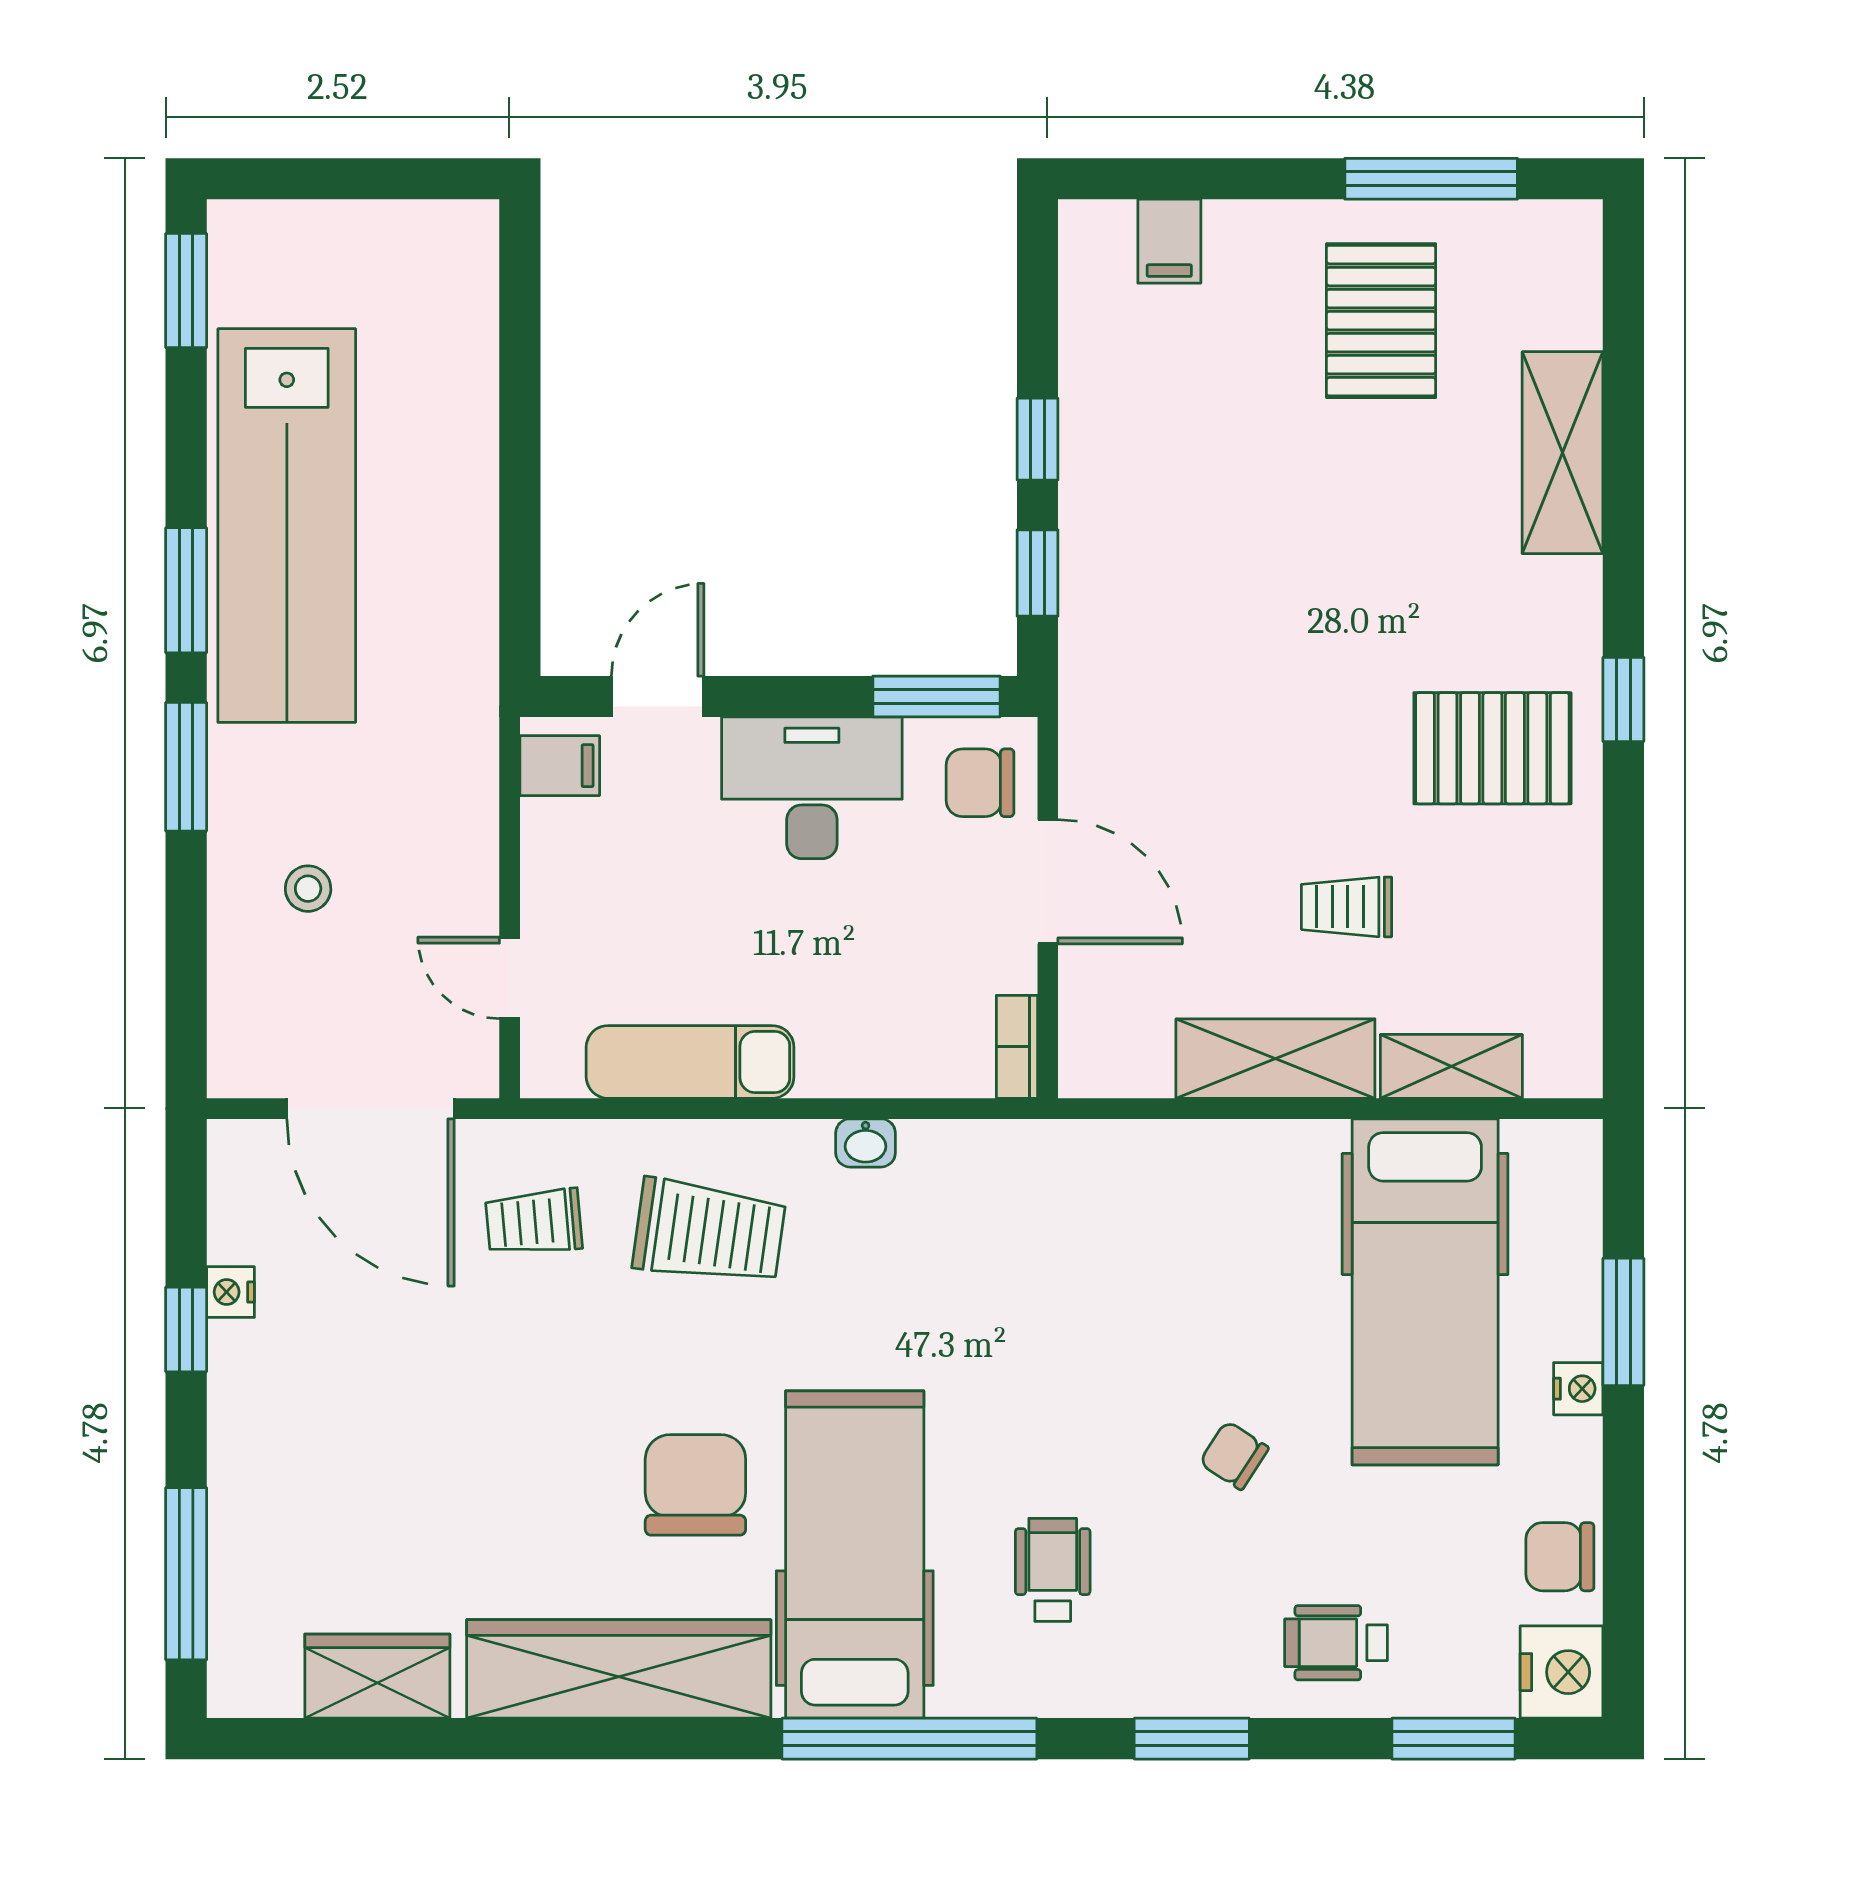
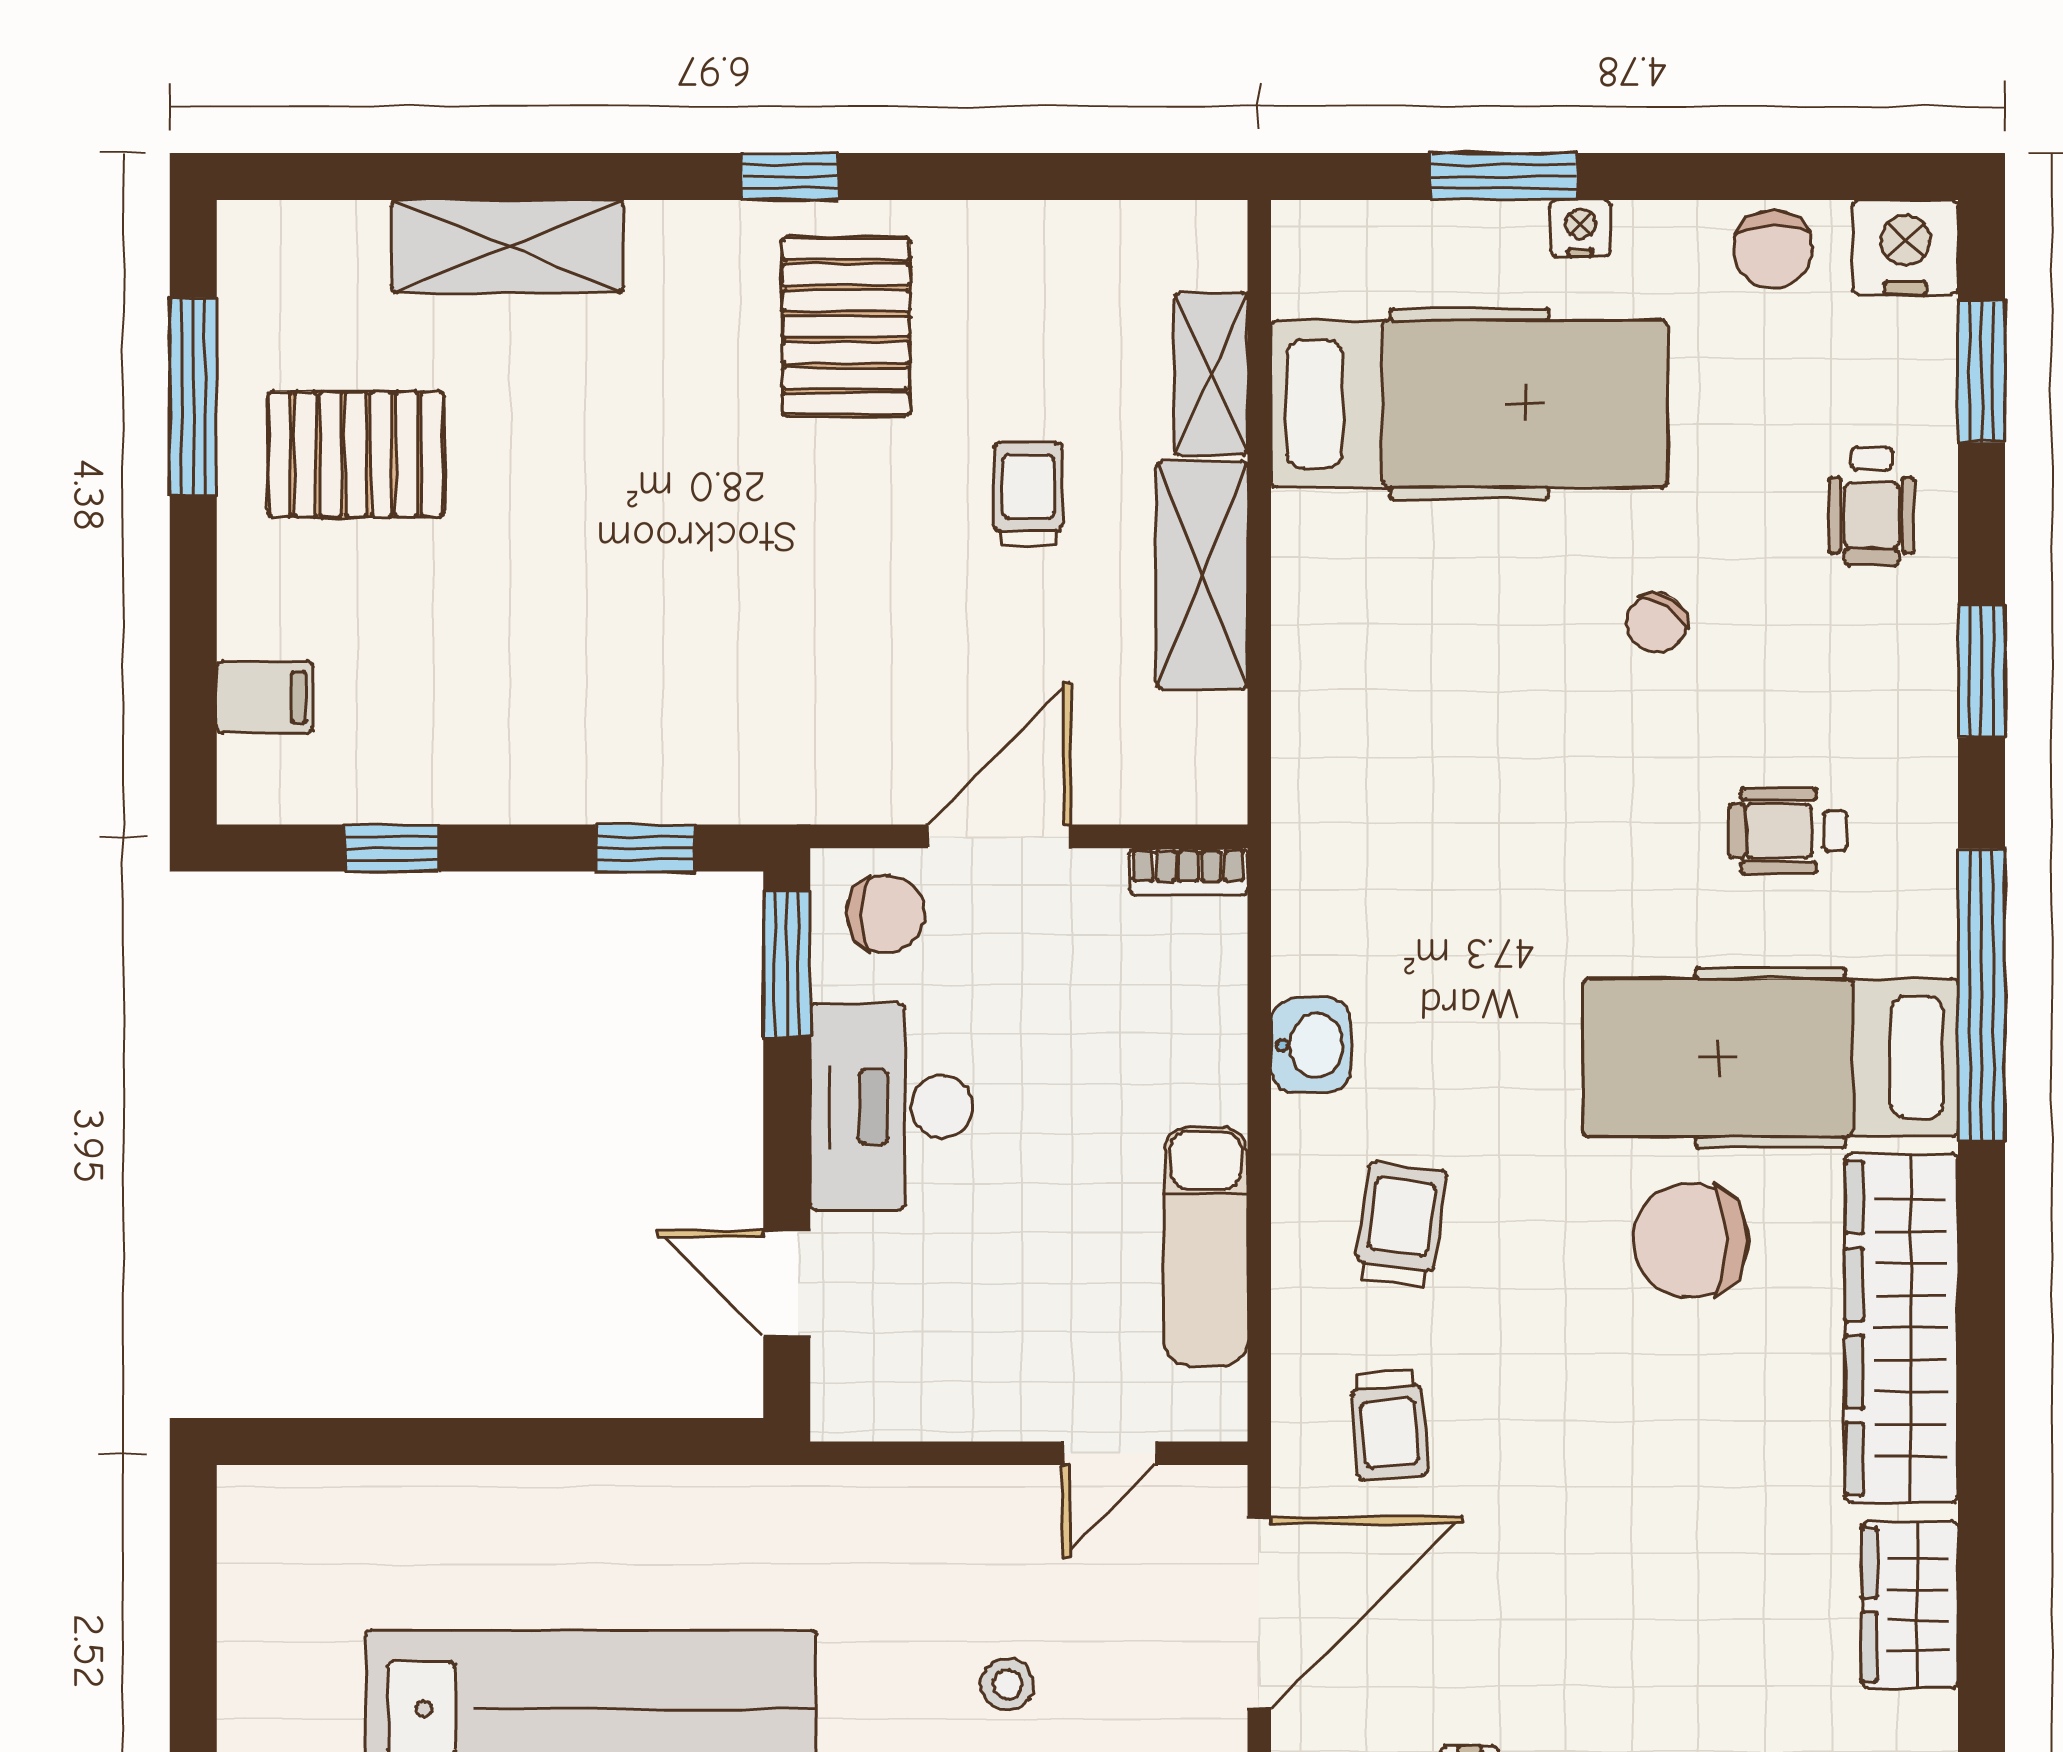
window: (1038, 439) -> (392, 848), moved
filing cabinet: (560, 766) -> (866, 1396), removed
chair: (980, 783) -> (886, 914), turned -90
trolley: (1346, 907) -> (1028, 494), turned 180
washbasin: (866, 1143) -> (1311, 1045), width x1.38, depth x1.45
trolley: (709, 1232) -> (1401, 1225), width x0.73, depth x0.72

